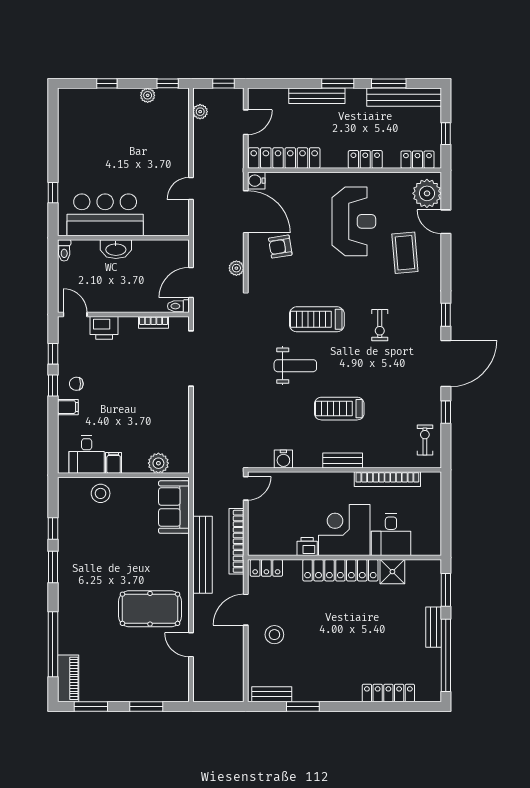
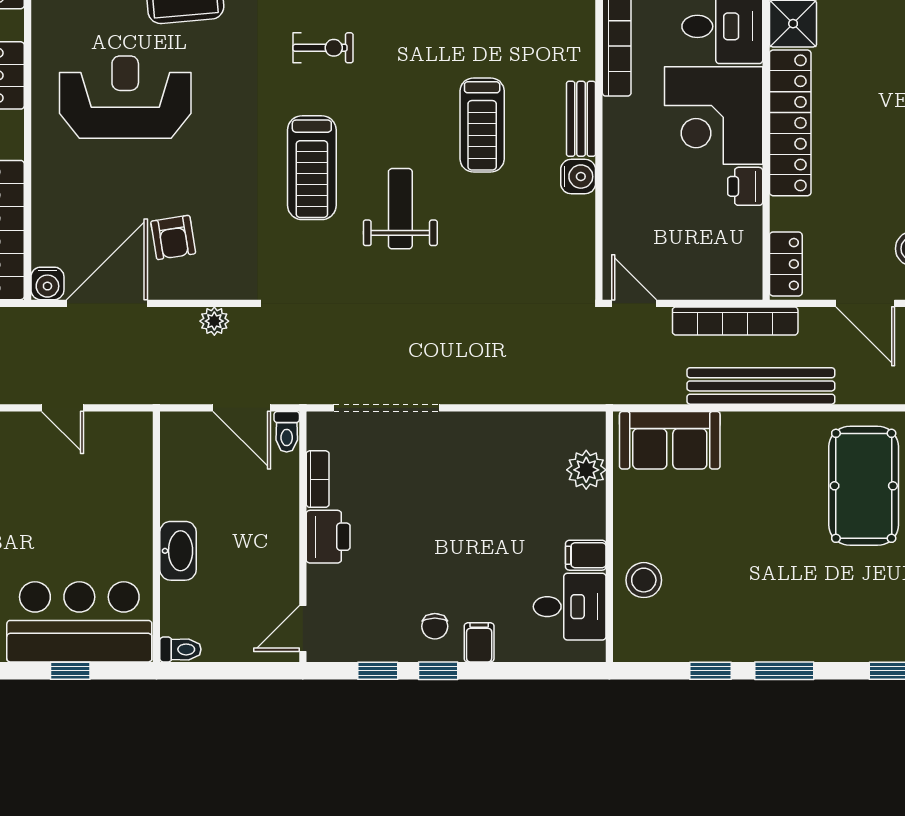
bar counter: (105, 215) -> (79, 622), moved, turned 90
printer: (104, 328) -> (328, 537), moved
water cooler: (283, 459) -> (578, 177), moved

